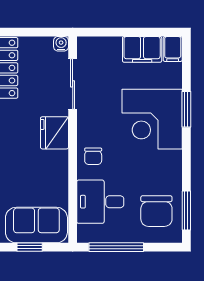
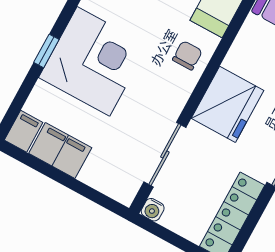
window: (186, 109) -> (46, 51), width x0.67
fridge: (54, 133) -> (227, 104), width x1.36, depth x1.34

